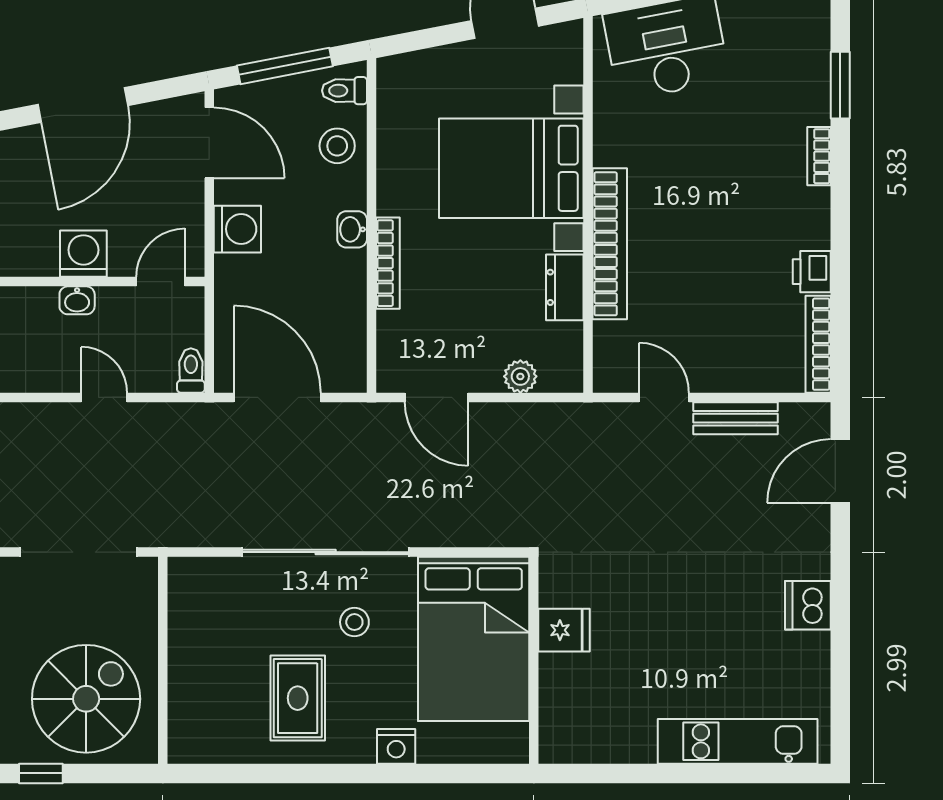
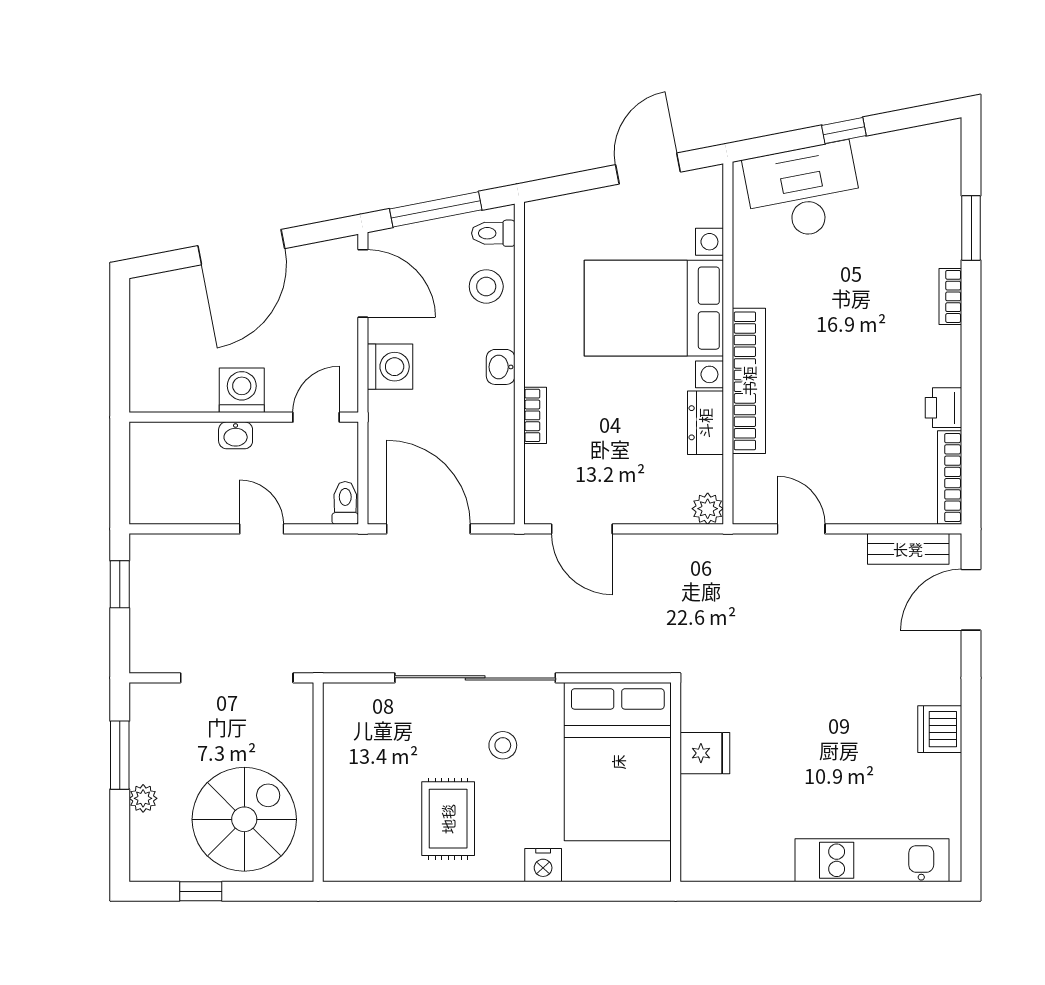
bookcase: (388, 263) -> (535, 415), width x0.64
plant: (520, 376) -> (708, 509), moved
bench: (736, 418) -> (908, 549), moved

